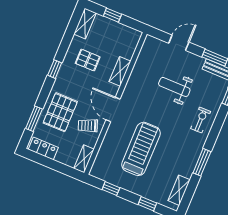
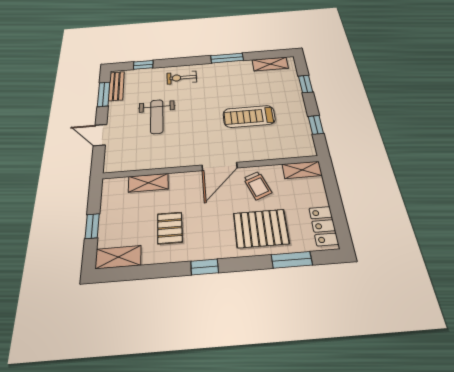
shelving: (120, 71) -> (148, 183), moved
treadmill: (141, 149) -> (249, 116), width x0.73, depth x0.73

